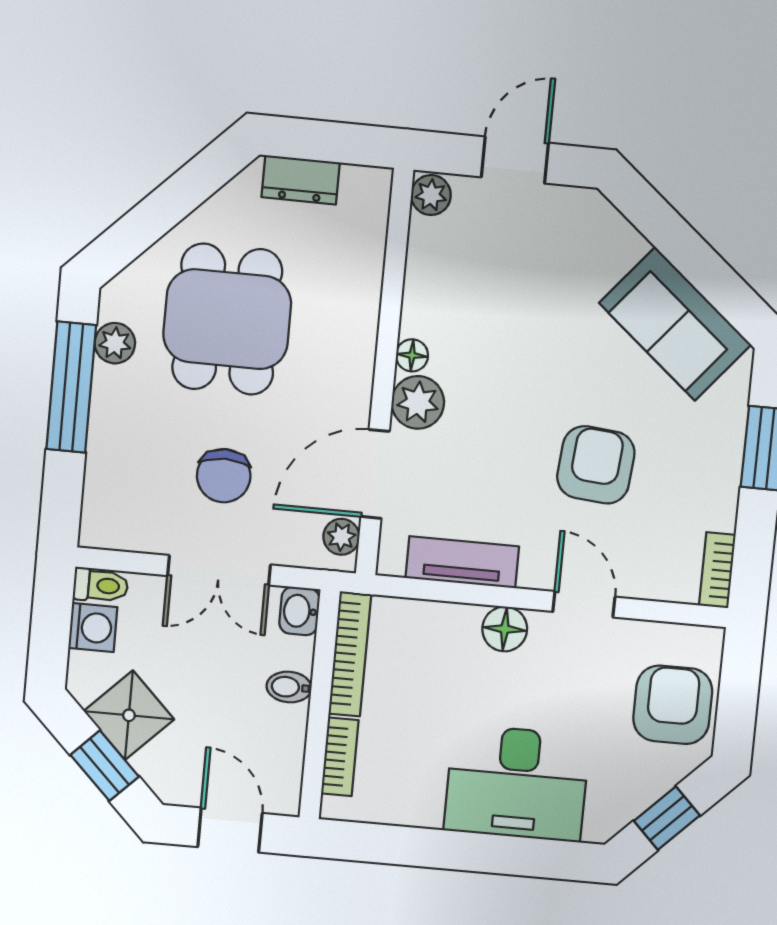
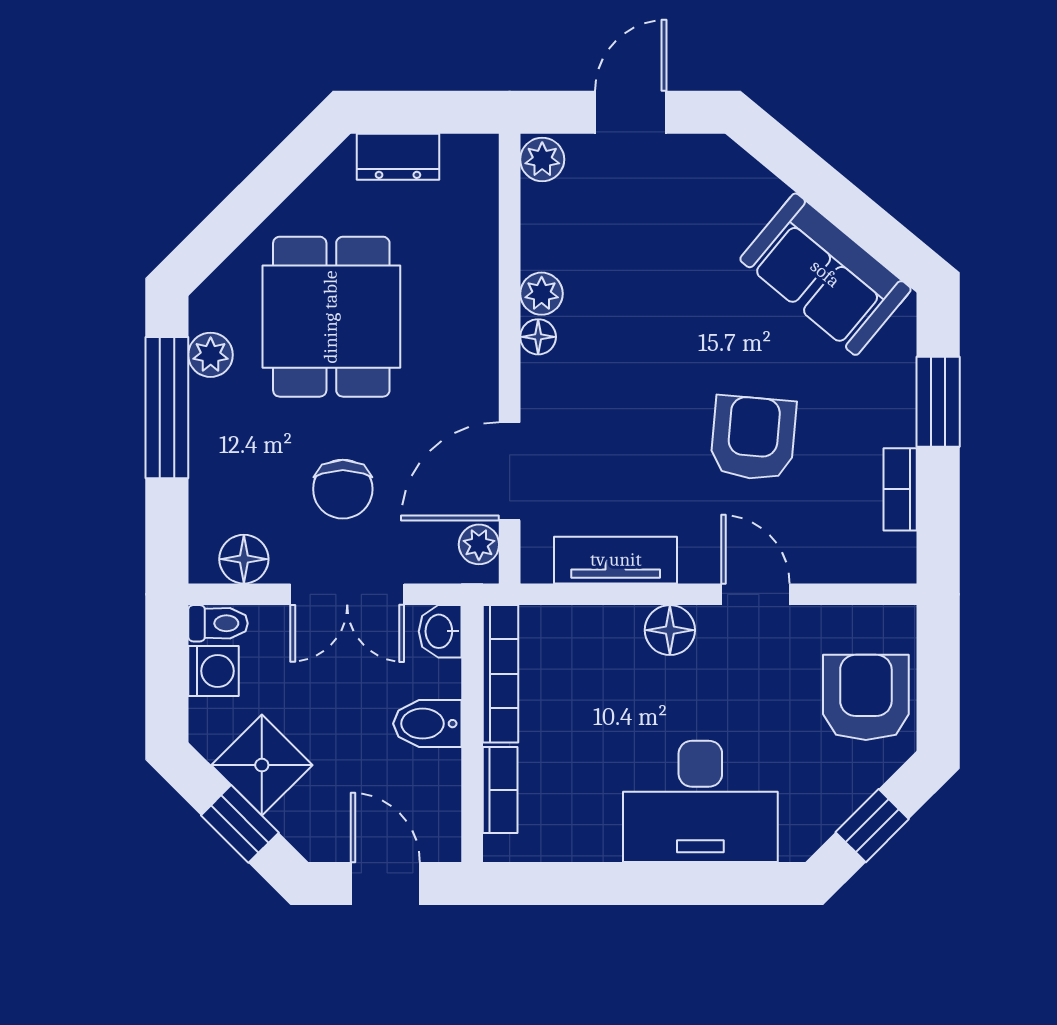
plant: (418, 402) -> (542, 294), moved, width x0.73, depth x0.73
floor lamp: (129, 530) -> (244, 559), added
bookcase: (717, 570) -> (900, 489), moved
bidet: (289, 687) -> (427, 724), width x1.38, depth x1.36

